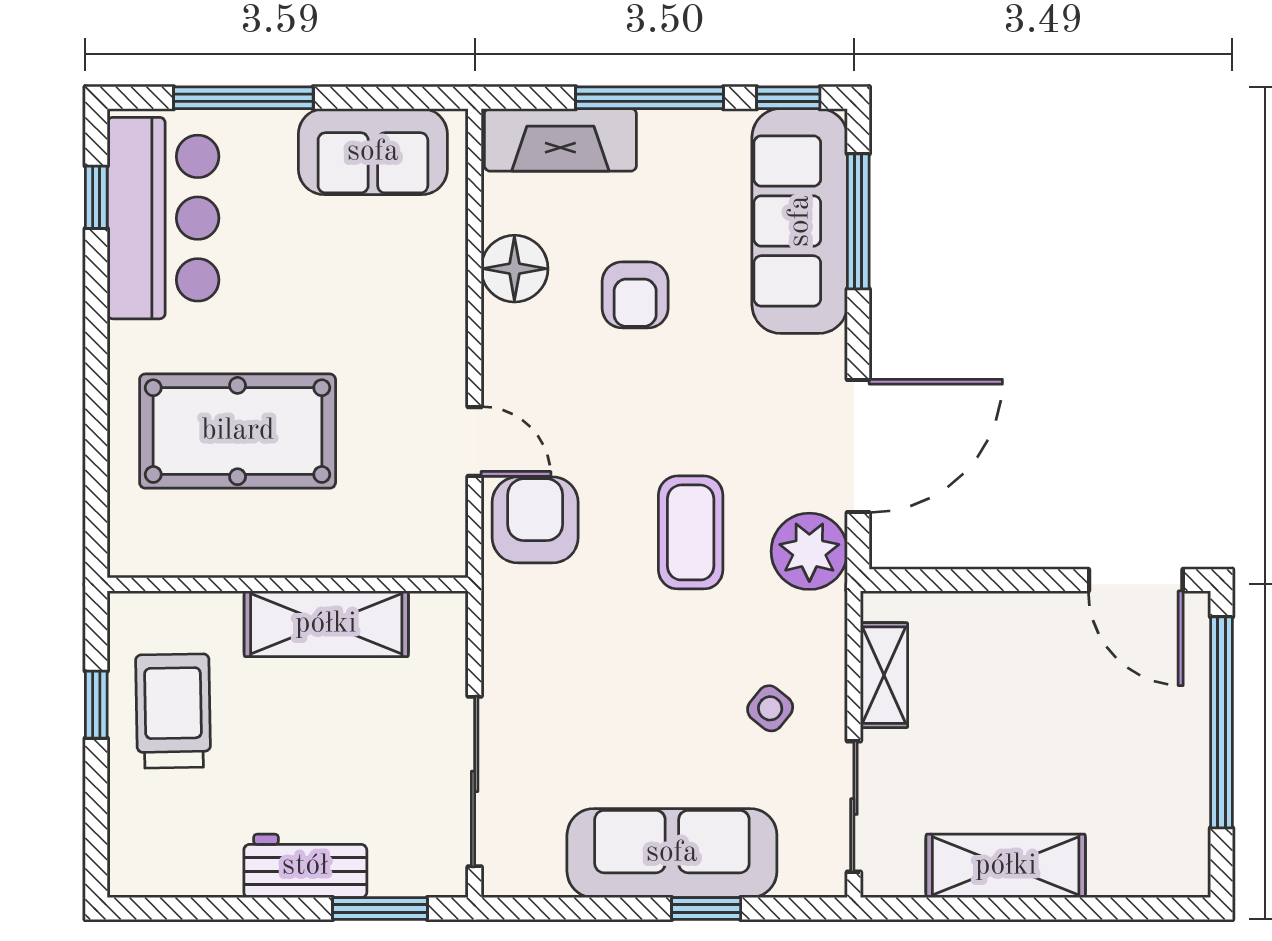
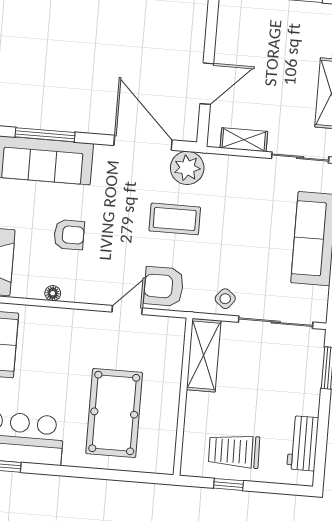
floor lamp: (514, 269) -> (53, 293), width x0.53, depth x0.53
door: (1136, 580) -> (207, 84), moved
shelving: (326, 624) -> (204, 355), moved
side table: (770, 708) -> (225, 299), moved
workbench: (305, 866) -> (303, 443), moved

